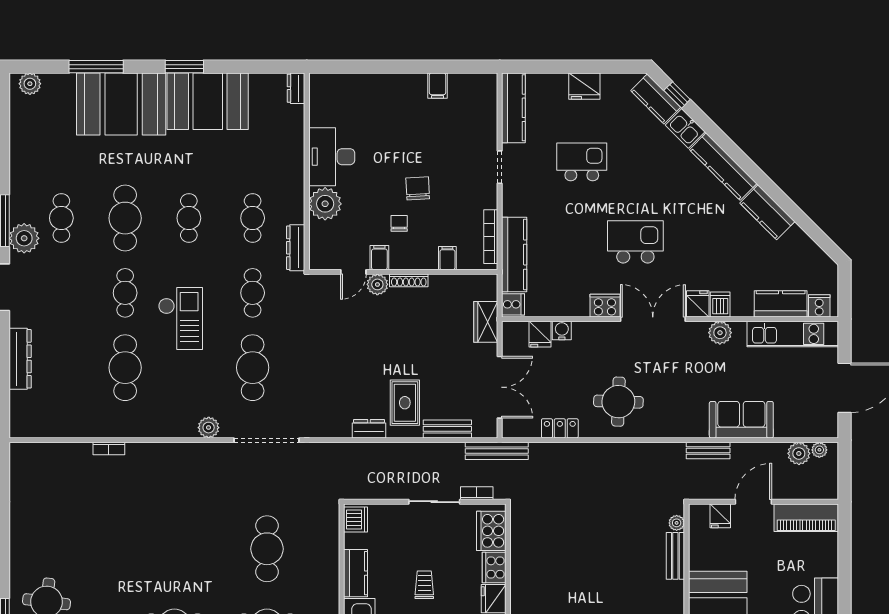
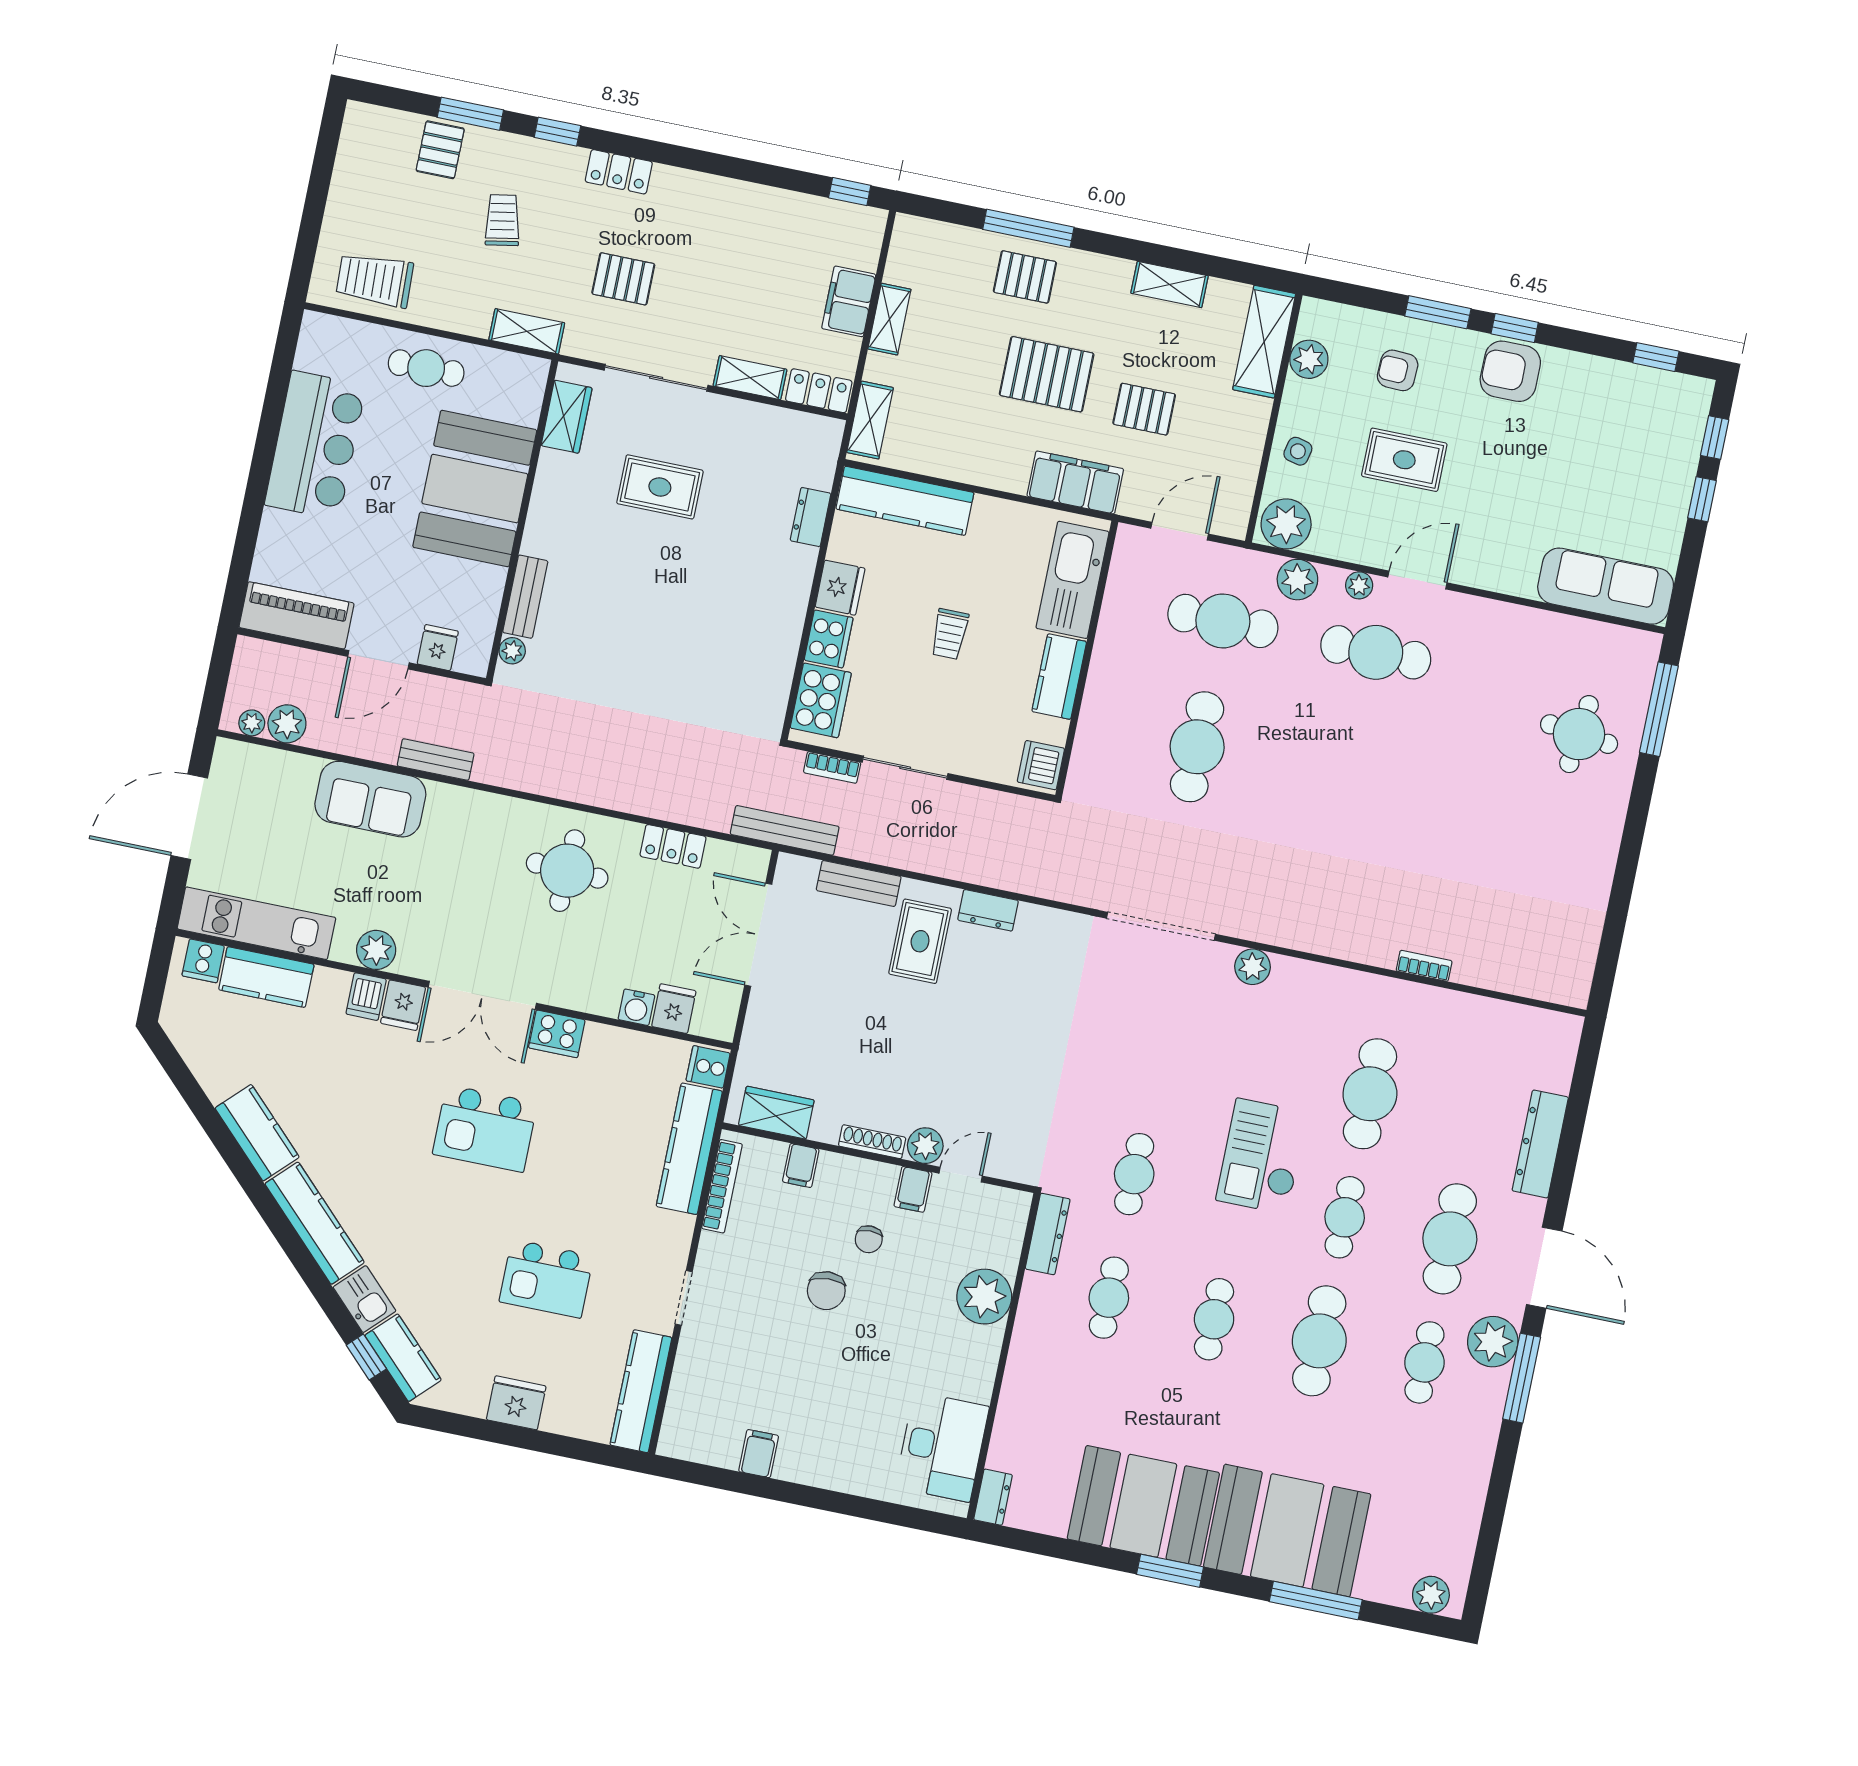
desk: (332, 157) -> (942, 1447), moved
wardrobe: (486, 322) -> (776, 1113), moved, turned -90
cafe table: (253, 368) -> (1450, 1239), moved

